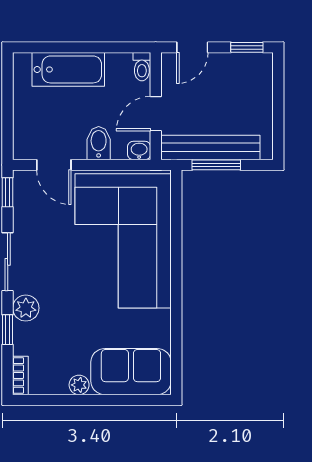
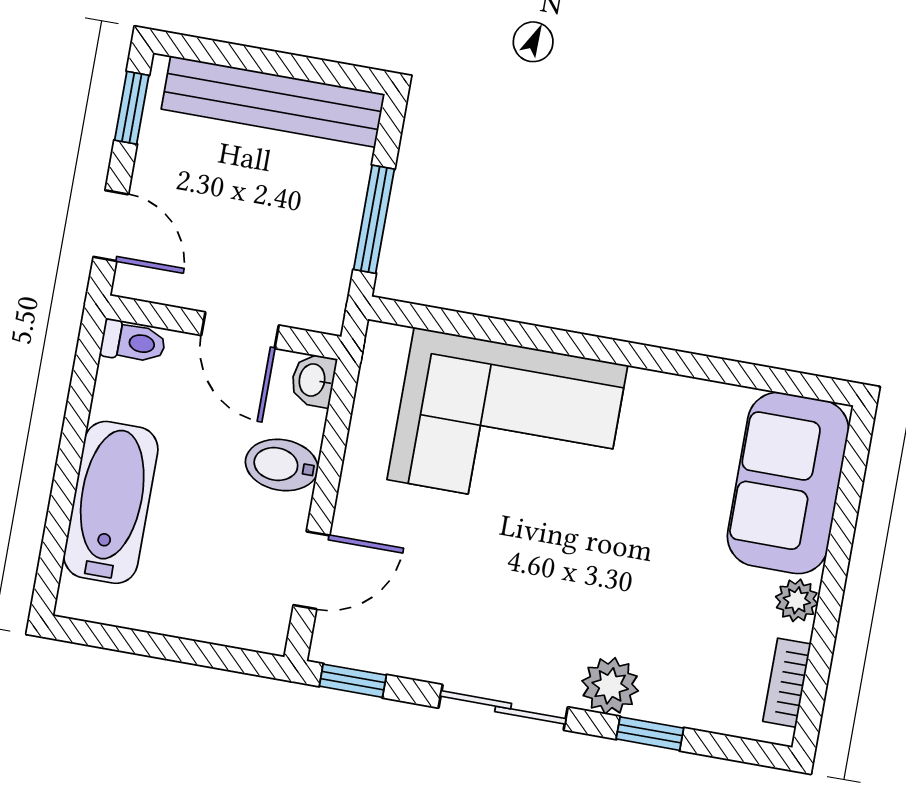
bench: (210, 147) -> (273, 102), moved, turned 90
corner sofa: (123, 241) -> (507, 422), width x0.73, depth x0.74
bookcase: (20, 375) -> (787, 683), moved, turned -90

